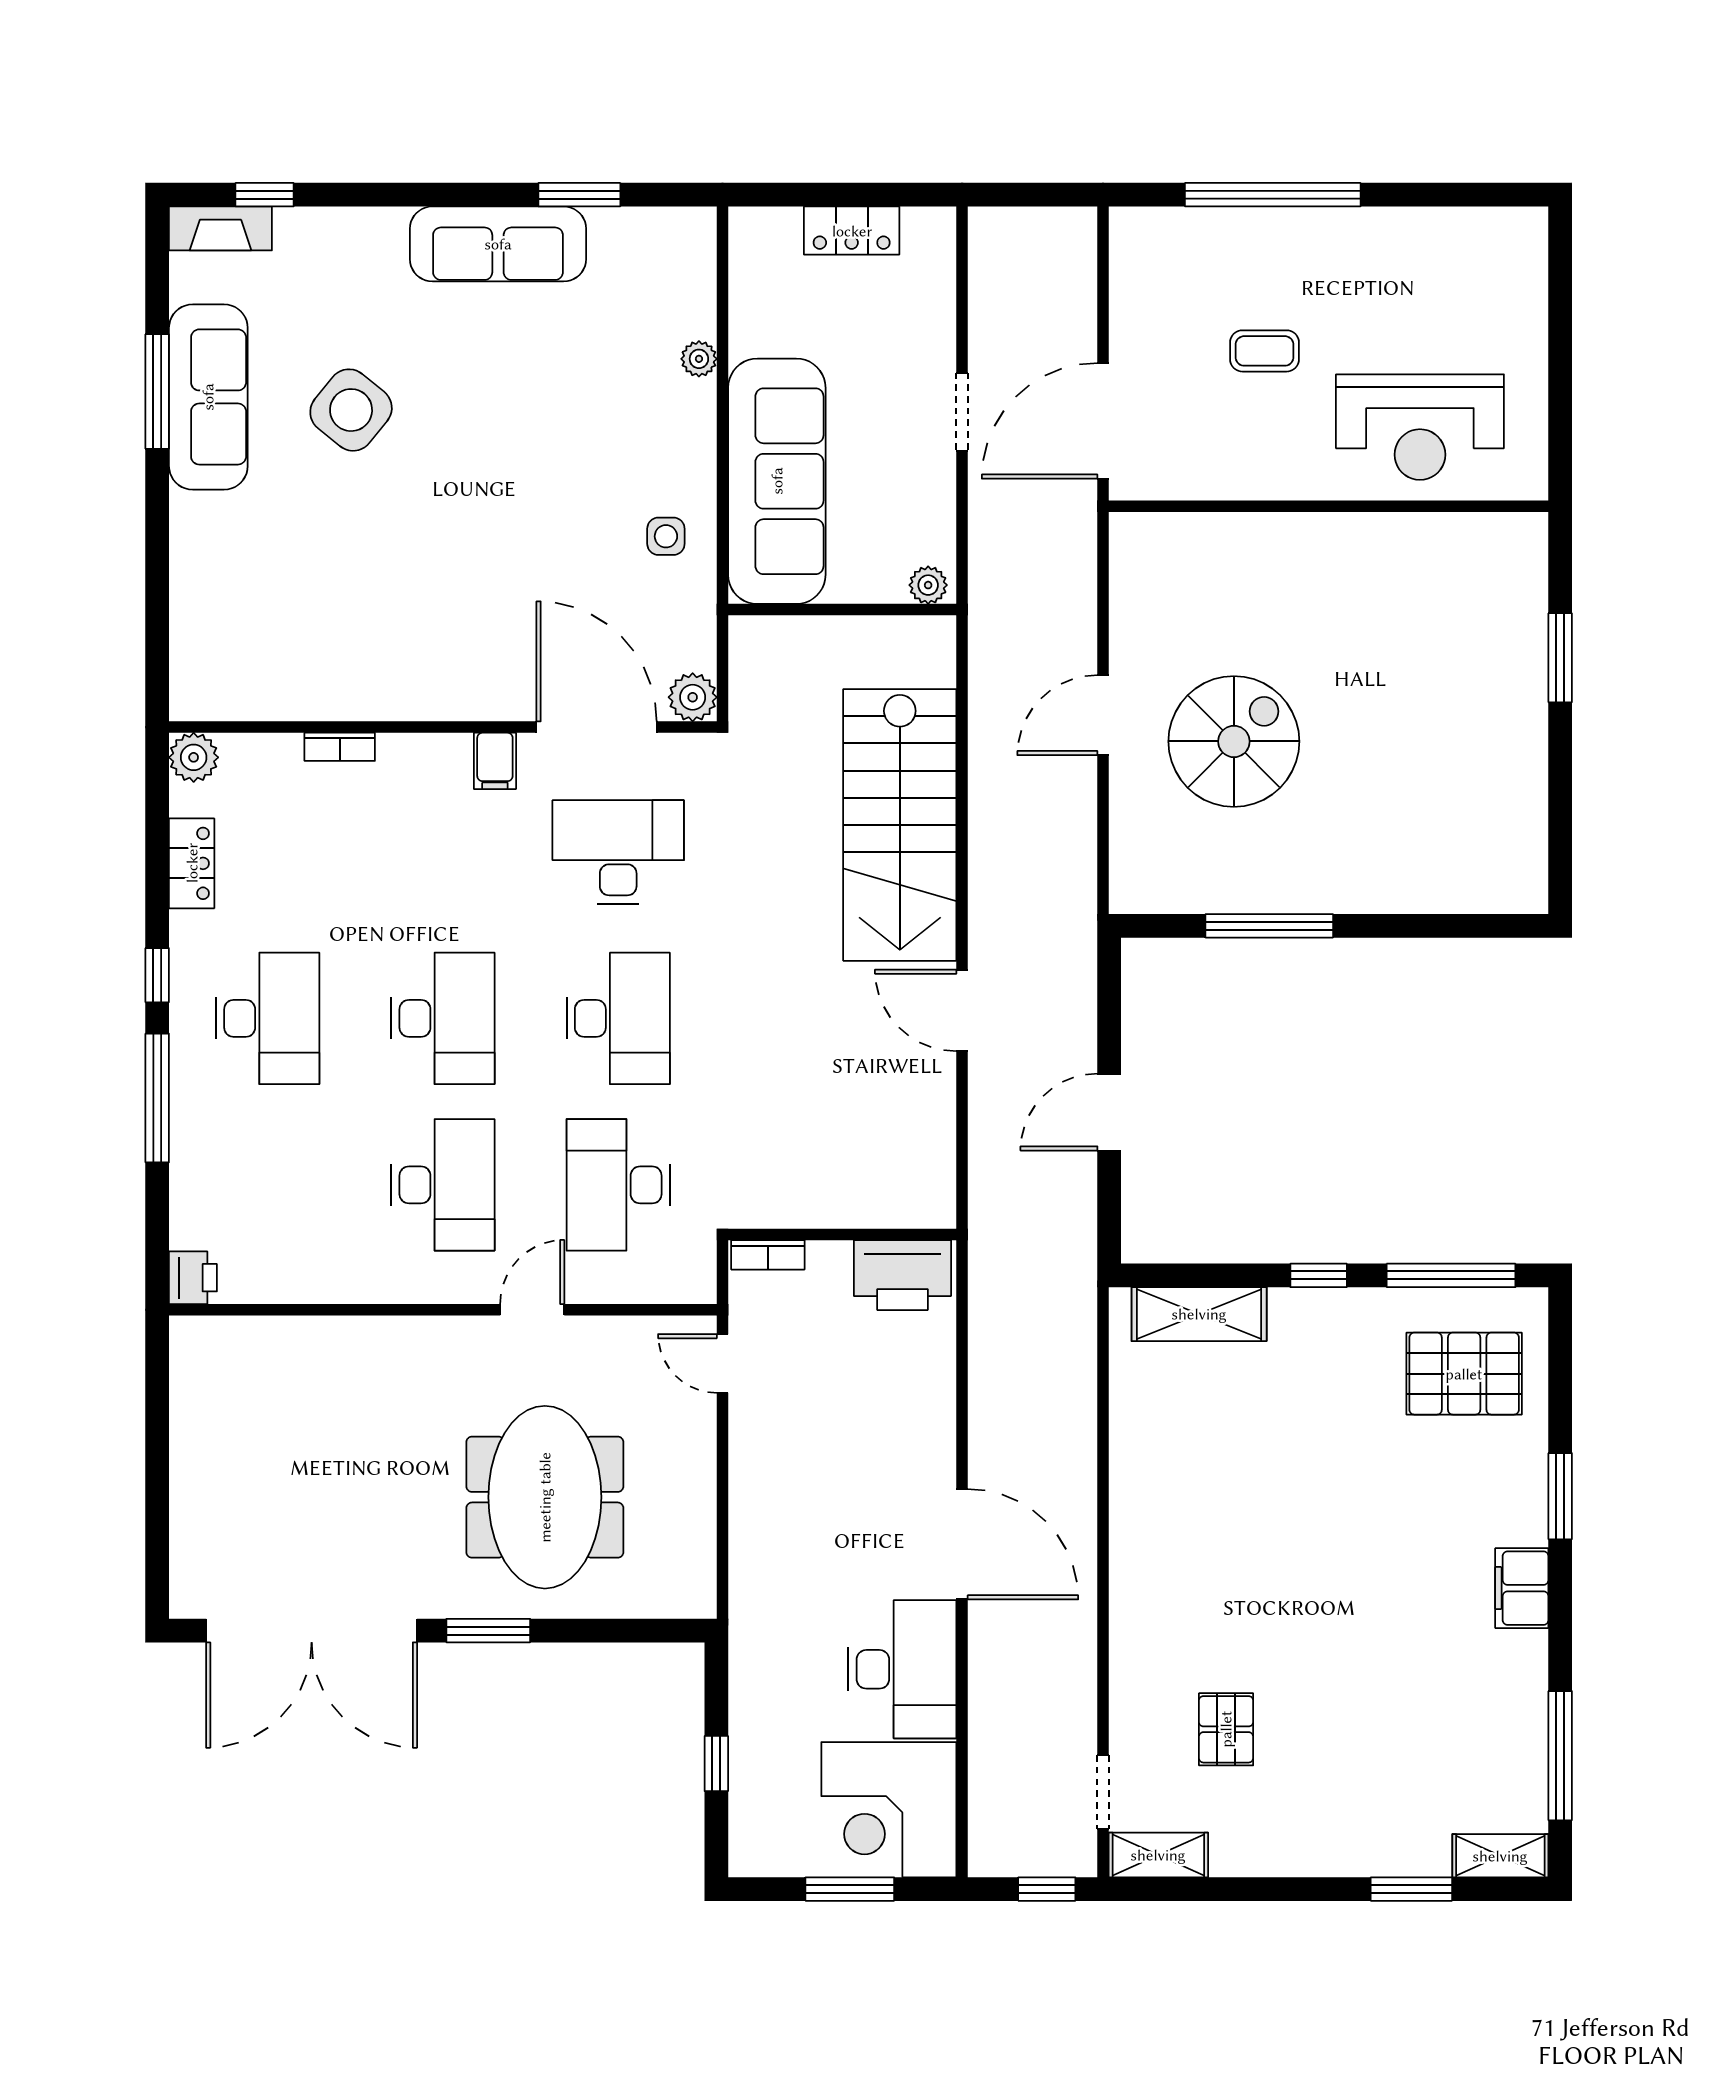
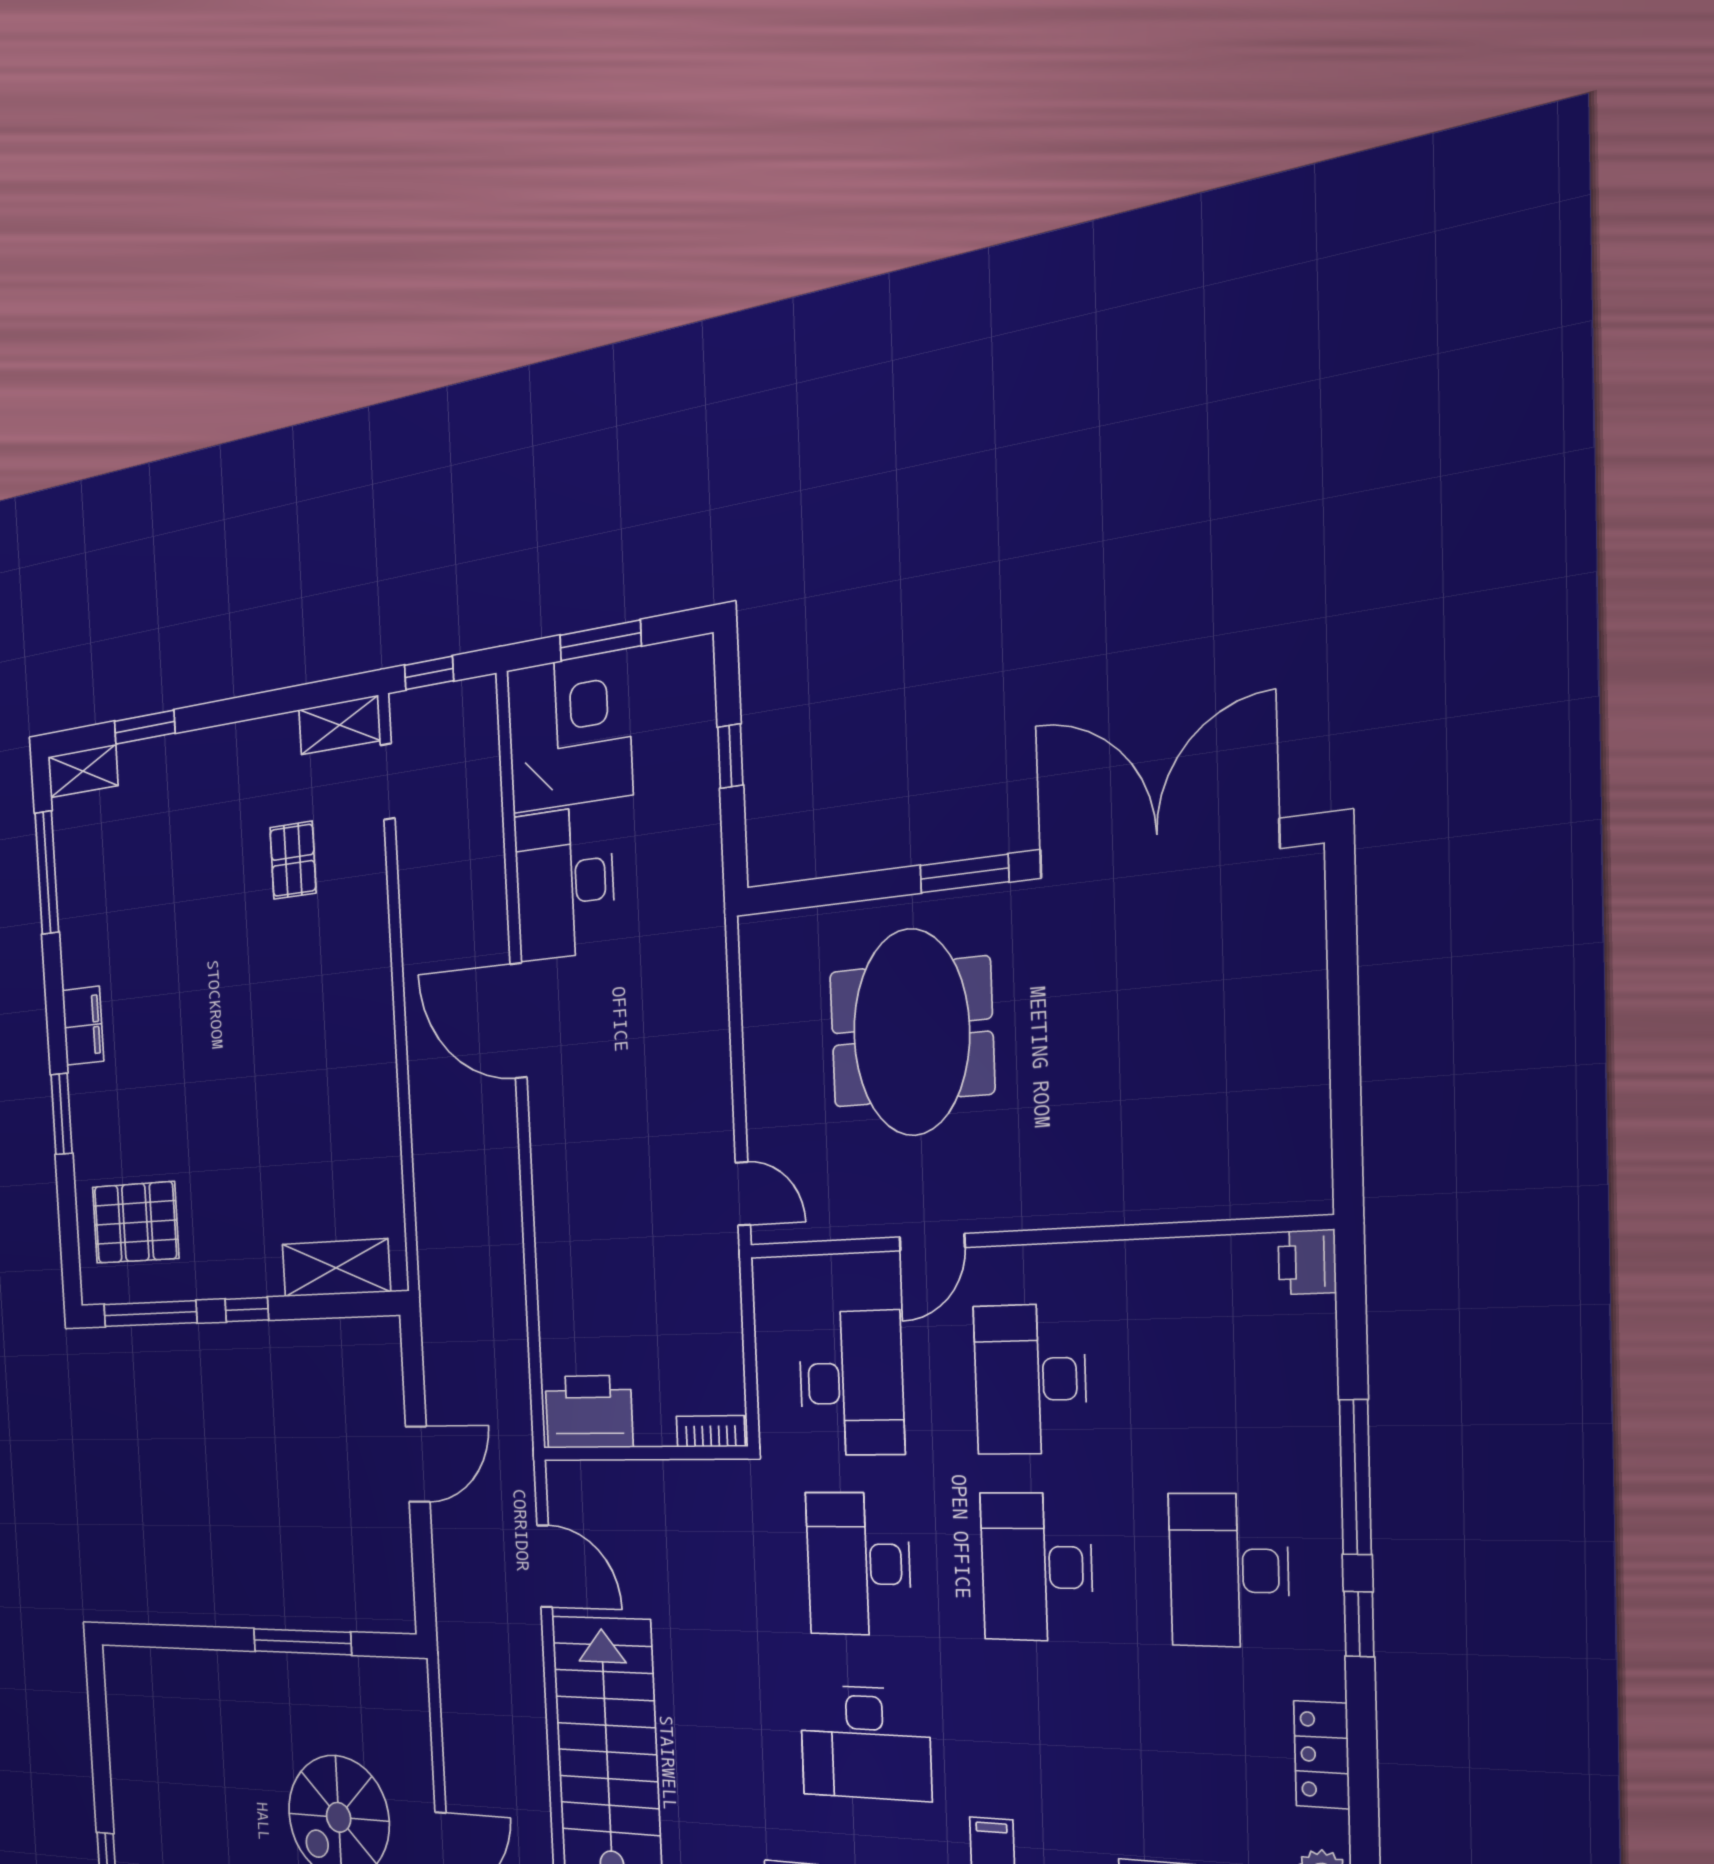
wall: (842, 1235) -> (644, 1453), moved
bookcase: (768, 1255) -> (711, 1431), moved
printer: (902, 1275) -> (589, 1412), moved

